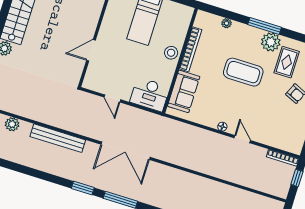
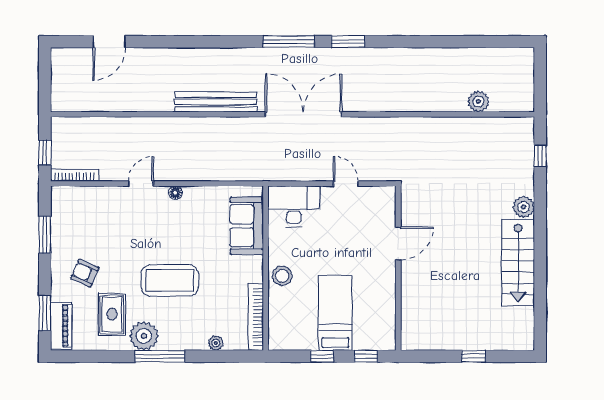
bookcase: (191, 49) -> (256, 317), moved
bench: (58, 138) -> (216, 102), moved
door: (242, 139) -> (141, 184), swing flipped

